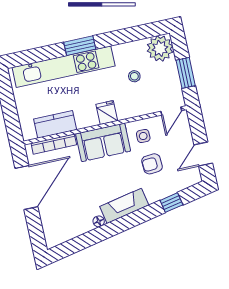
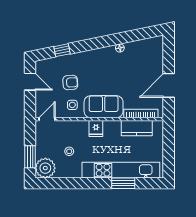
window: (80, 46) -> (123, 183), moved
window: (186, 73) -> (30, 157), moved
door: (203, 154) -> (30, 82), hinge flipped
door: (26, 187) -> (169, 85), width x0.73
fireplace: (124, 206) -> (98, 55), removed

